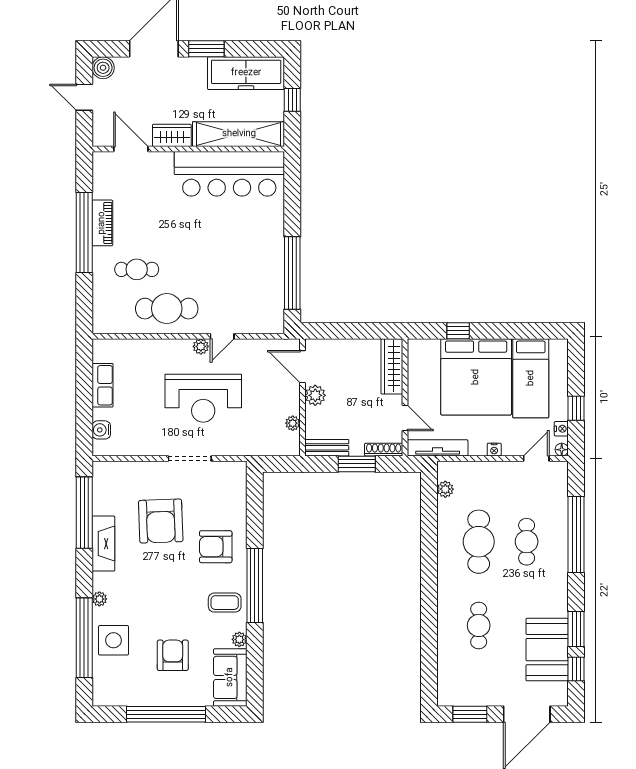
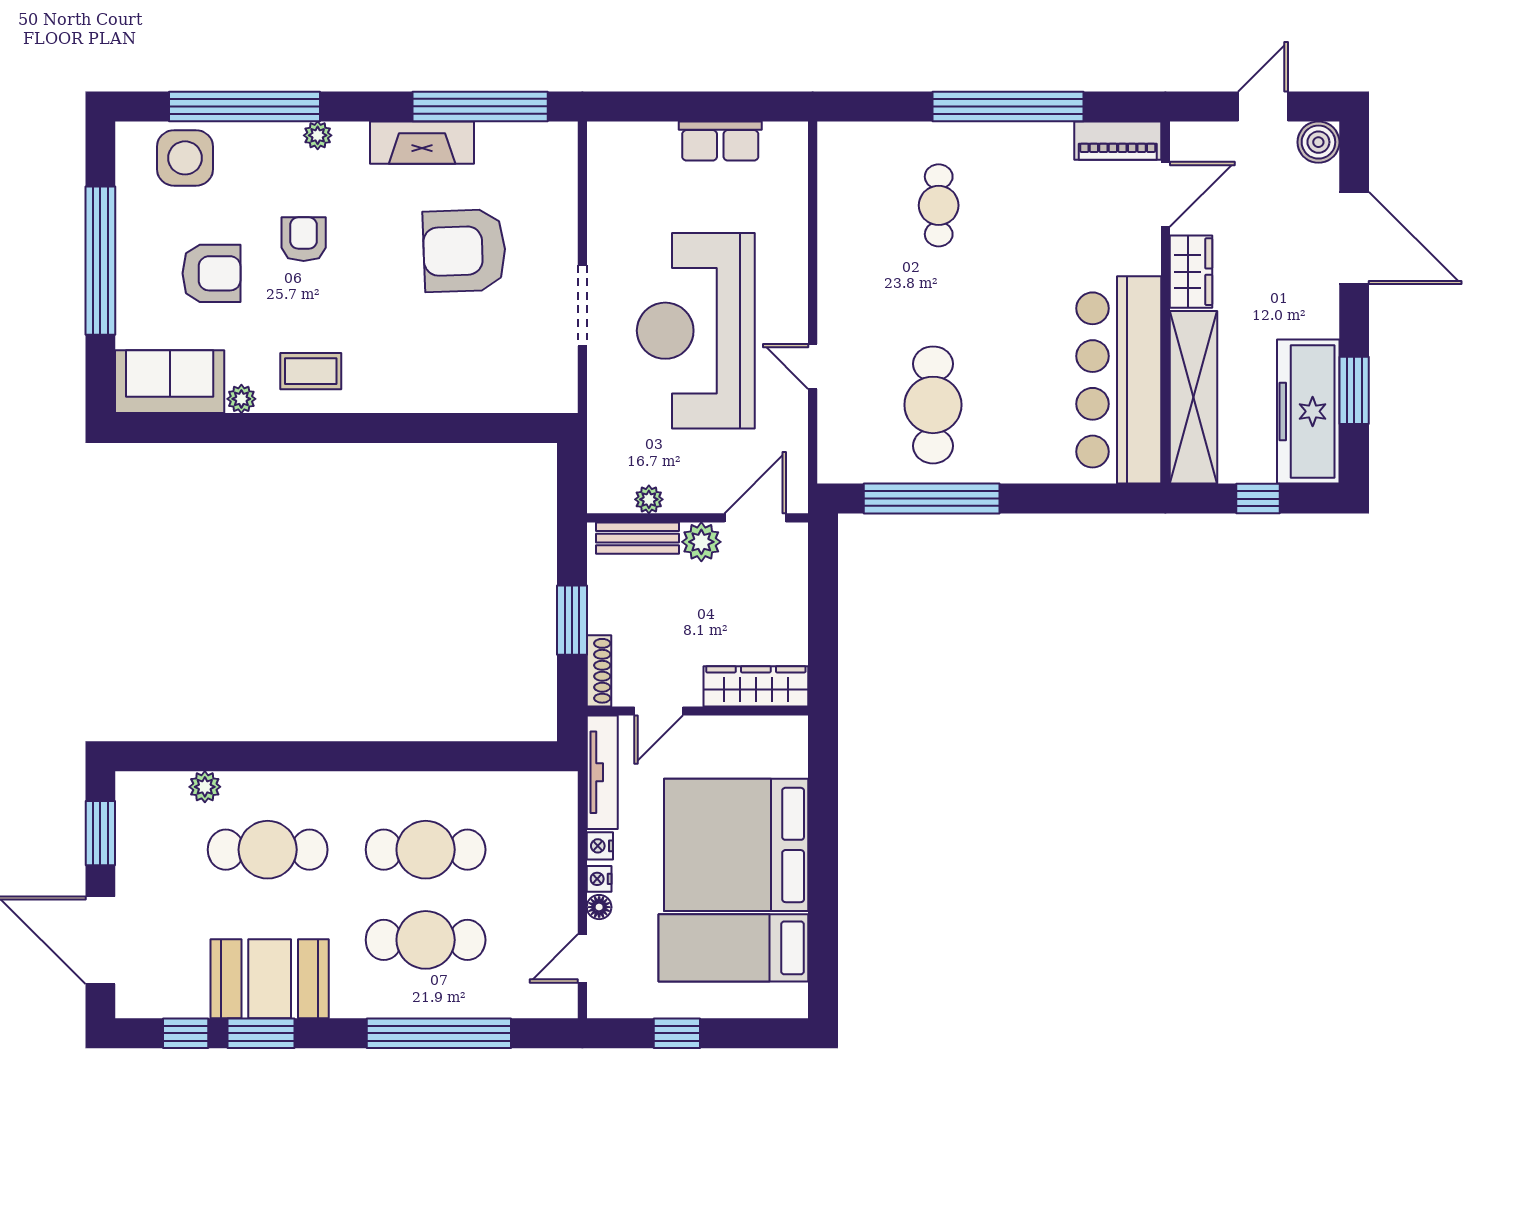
window: (206, 49) -> (1354, 390), moved
piano: (102, 223) -> (1118, 141), moved
cafe table: (167, 309) -> (933, 405), moved
window: (458, 331) -> (823, 811), removed
plant: (201, 346) -> (793, 326), removed
reception desk: (203, 398) -> (696, 331), width x1.36, depth x1.30
nightstand: (561, 429) -> (600, 846), moved, turned 90
water cooler: (101, 430) -> (636, 139), removed
bench: (327, 448) -> (638, 538), moved, turned 90
floor lamp: (562, 450) -> (599, 907), moved
door: (536, 458) -> (582, 958), swing flipped
plant: (445, 489) -> (205, 787), moved
cafe table: (527, 542) -> (426, 940), width x1.37, depth x1.35
armchair: (216, 547) -> (304, 239), moved, width x0.72, depth x0.72
window: (255, 586) -> (343, 428), removed
coffee table: (225, 603) -> (311, 371), turned 90
cafe table: (479, 625) -> (268, 850), width x1.37, depth x1.35
side table: (113, 640) -> (185, 158), moved
booth: (547, 650) -> (270, 979), moved

